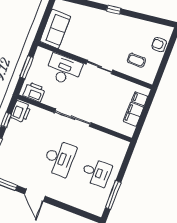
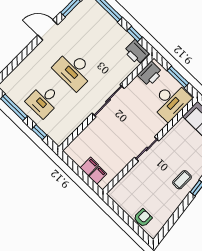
coffee table: (136, 60) -> (182, 180), moved
desk: (64, 70) -> (171, 101), moved
filing cabinet: (133, 114) -> (89, 166), width x0.50
window: (125, 164) -> (39, 132), added

